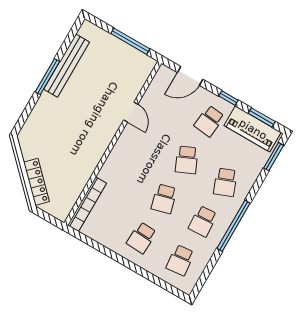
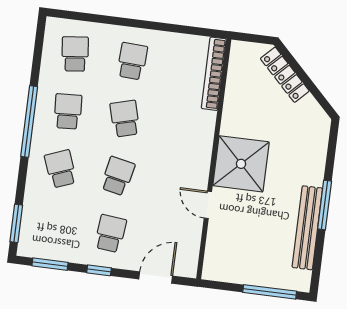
window: (130, 41) -> (270, 292), moved
piano: (253, 129) -> (55, 246), removed
shower: (95, 131) -> (241, 164), added
school desk: (187, 160) -> (118, 176), turned 36

